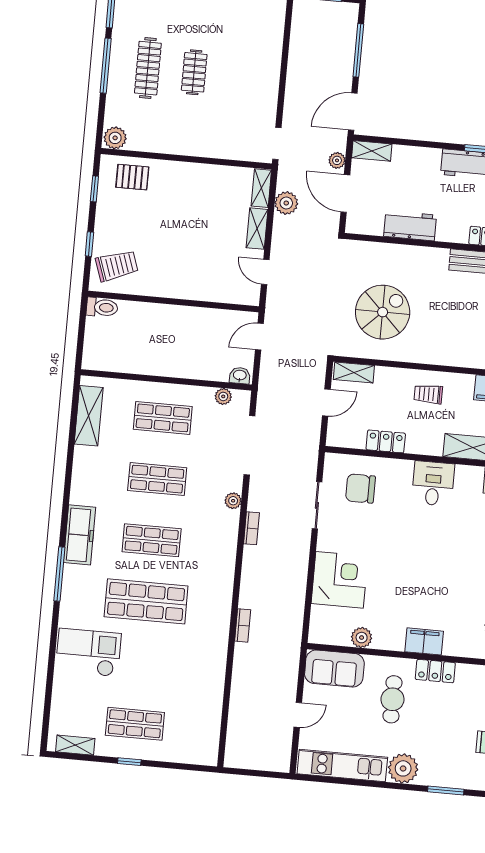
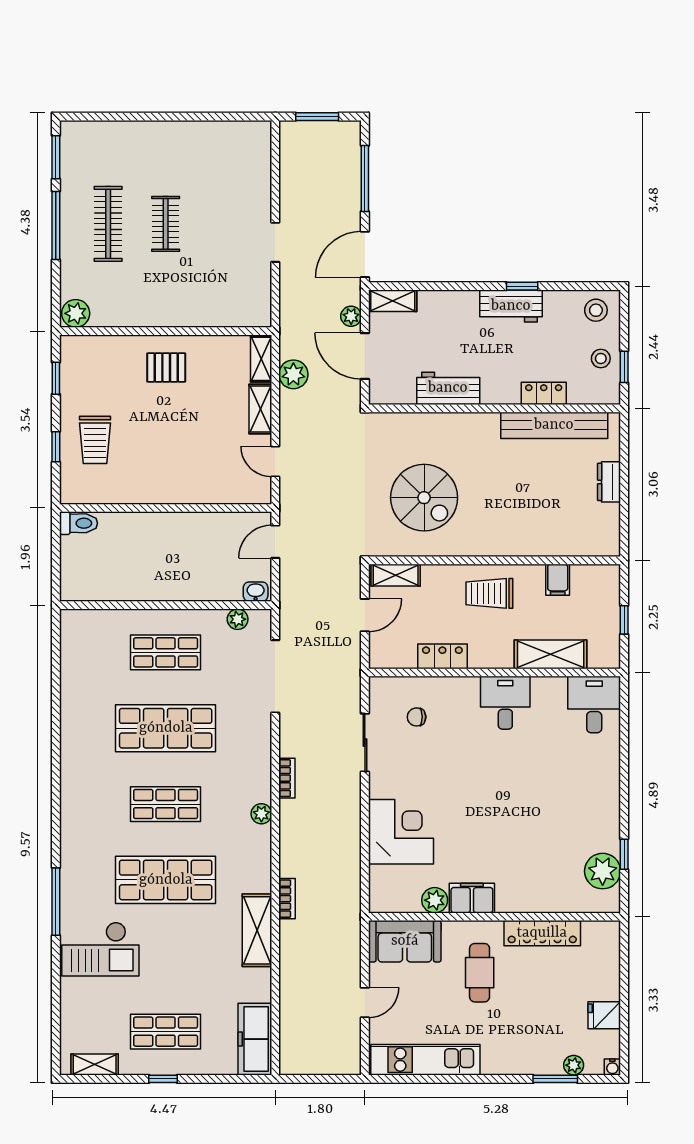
doorway: (277, 144) -> (275, 242), moved
pallet: (132, 177) -> (166, 368), moved
trolley: (117, 266) -> (95, 440), moved, turned 109
spiral stairs: (383, 312) -> (424, 498), turned 90
trolley: (428, 394) -> (489, 593), width x1.36, depth x1.39
shelving: (89, 416) -> (257, 930), moved
shop shelf: (157, 479) -> (166, 728), width x1.43, depth x1.36
chair: (360, 488) -> (417, 717), width x0.54, depth x0.54
plant: (233, 501) -> (261, 814), moved
freezer: (80, 535) -> (255, 1039), moved, turned 180
window: (59, 574) -> (56, 902), moved
filing cabinet: (424, 641) -> (472, 898), moved
checkout: (88, 652) -> (100, 949), turned 180
locker: (435, 671) -> (542, 933), width x1.53
plant: (403, 768) -> (574, 1065), moved, width x0.53, depth x0.53

